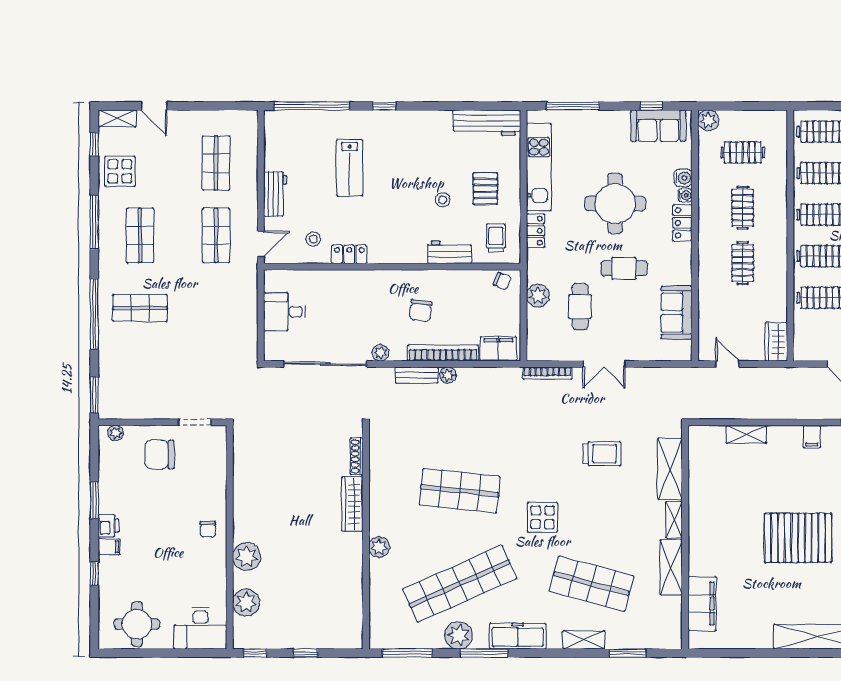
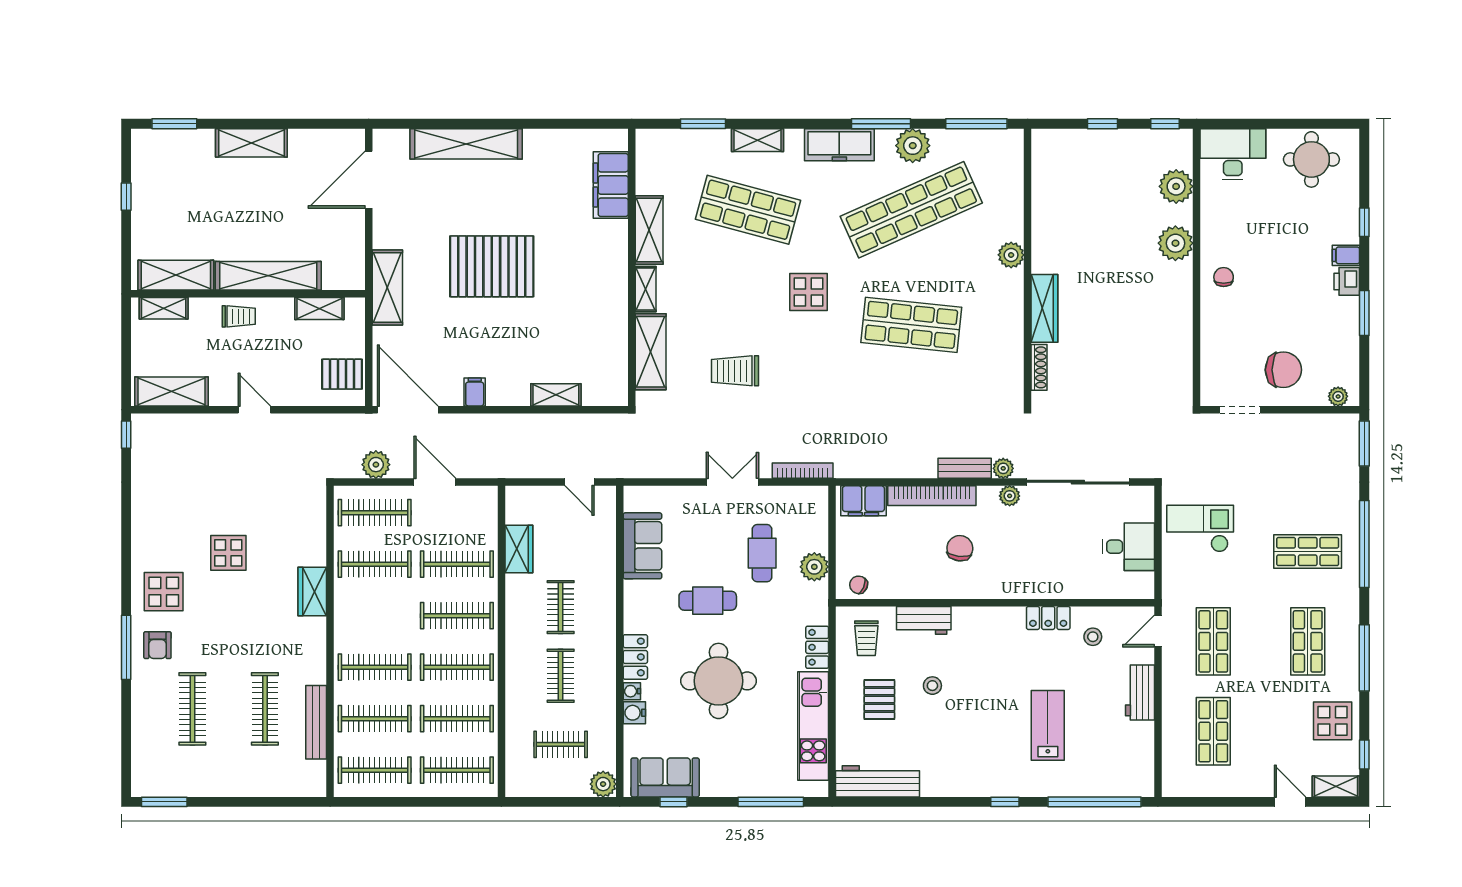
checkout: (227, 326) -> (1200, 529), added
wardrobe: (776, 342) -> (519, 549), moved
plant: (448, 375) -> (1003, 468), moved

